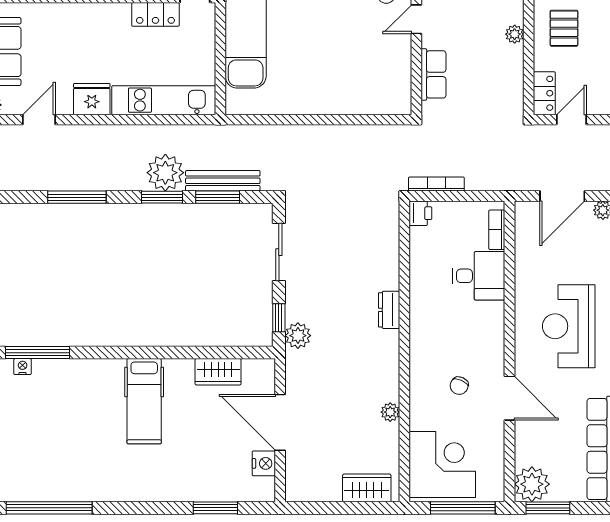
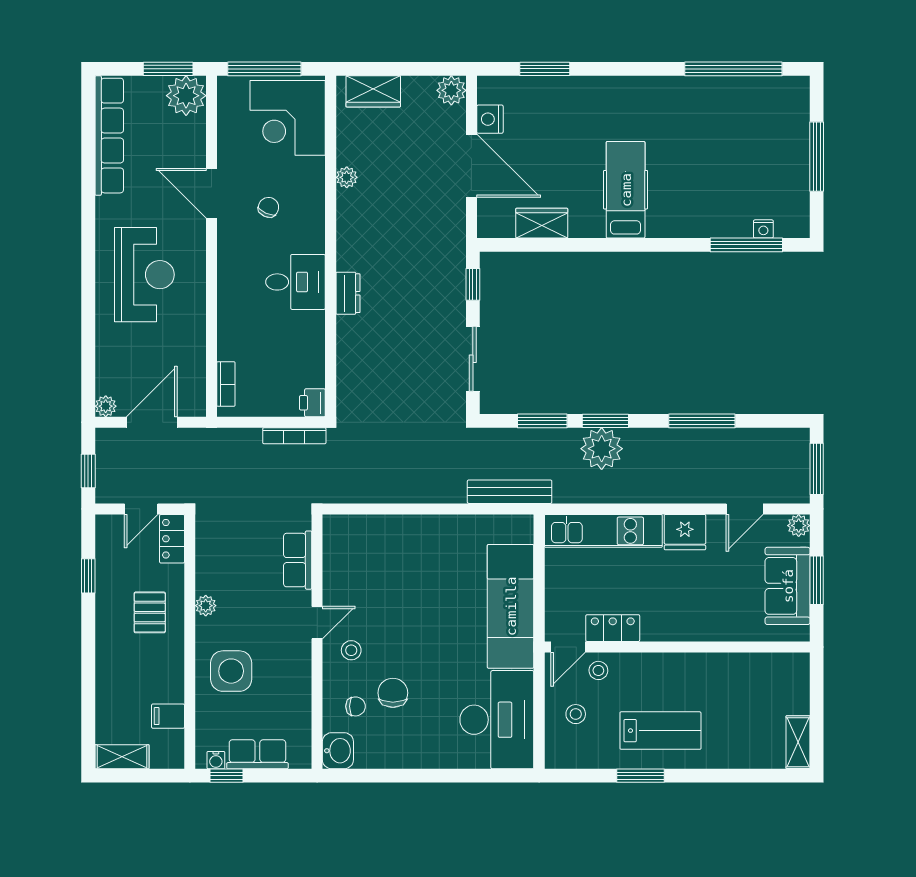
bench: (223, 181) -> (510, 492), moved
desk: (479, 276) -> (296, 282), moved, turned 180
plant: (298, 336) -> (451, 90), moved

